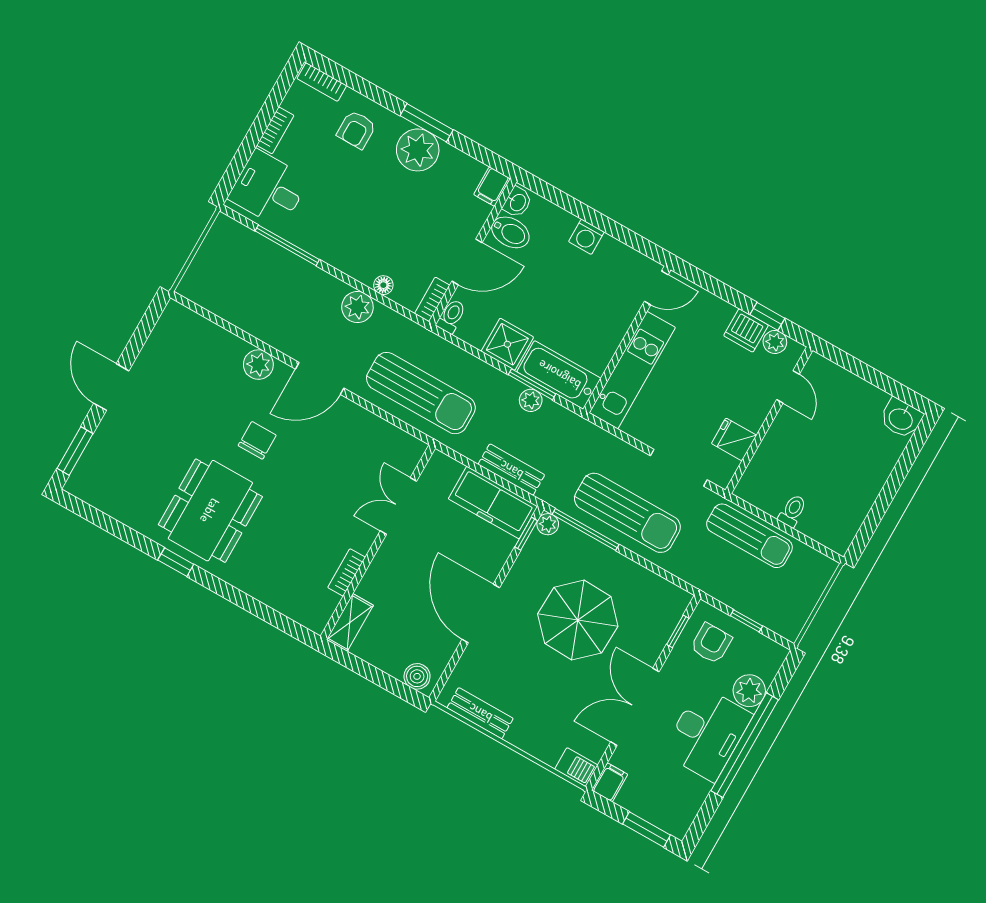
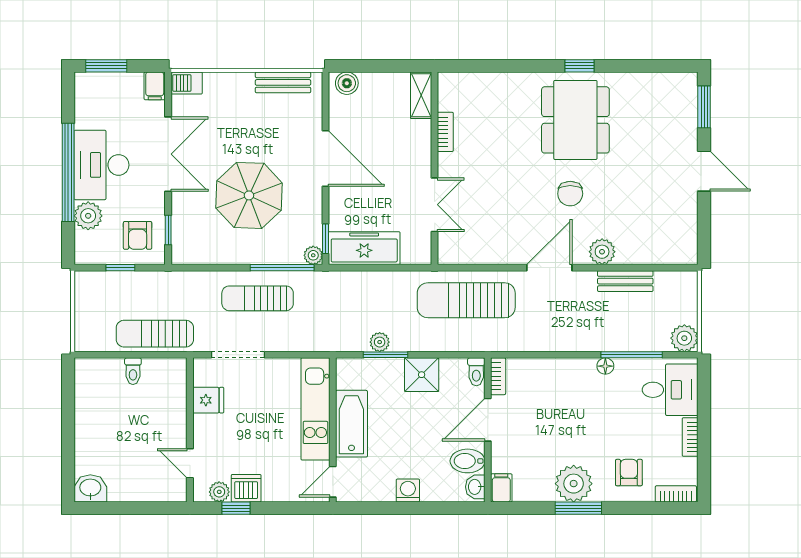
floor lamp: (383, 285) -> (605, 366), moved
plant: (357, 307) -> (684, 338), moved
bathtub: (559, 375) -> (351, 424), moved, turned -90
bench: (511, 470) -> (625, 281), moved
sun lounger: (627, 513) -> (258, 298), width x0.73, depth x0.75

